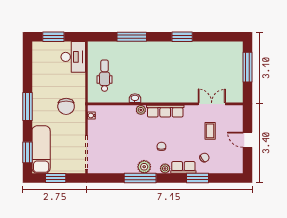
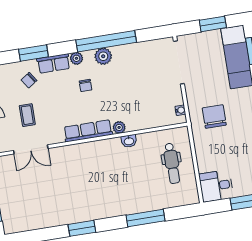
desk: (73, 57) -> (216, 186), width x0.73
window: (140, 178) -> (106, 41), width x1.46

